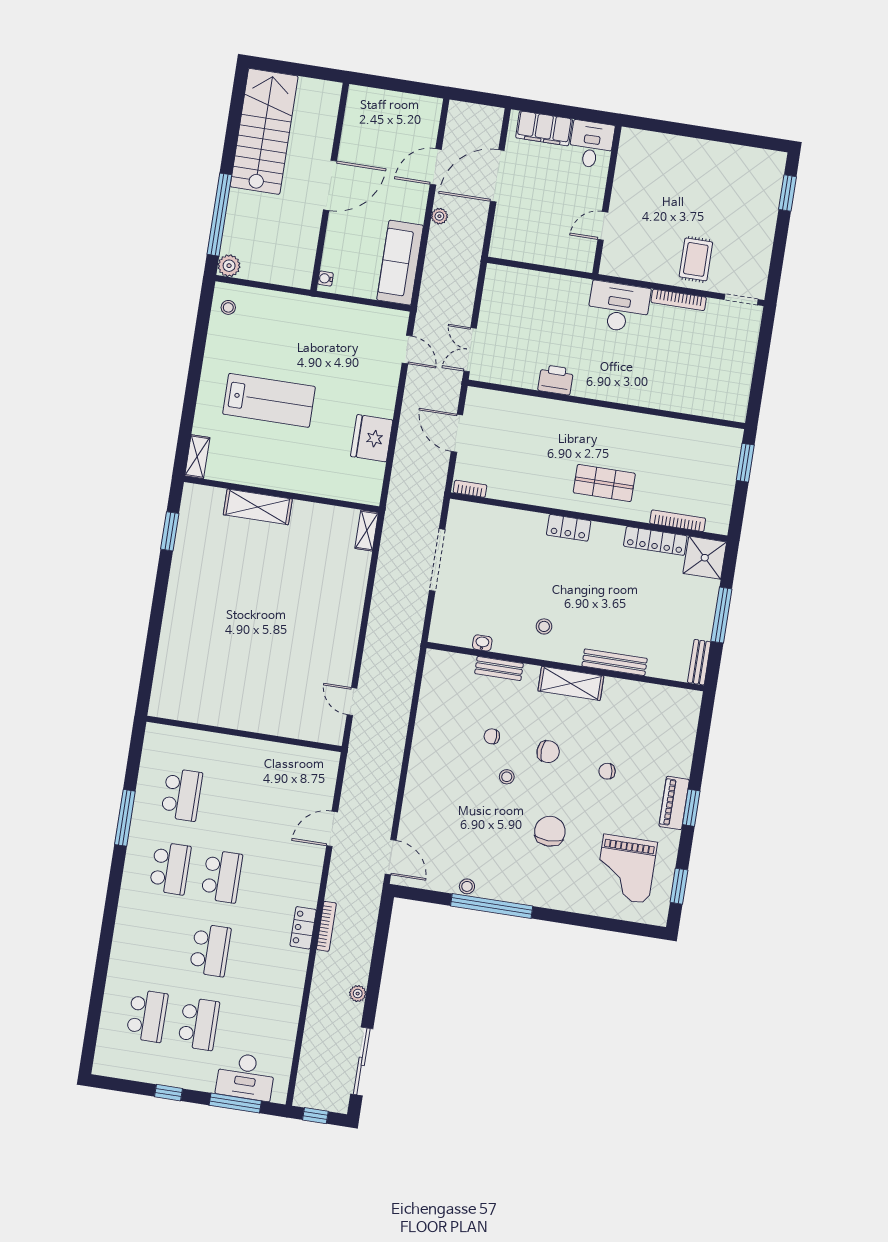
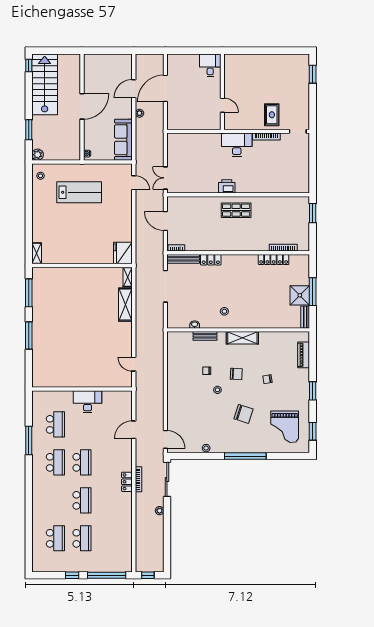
window: (239, 90) -> (29, 66), added
filing cabinet: (544, 128) -> (185, 61), removed
window: (219, 215) -> (29, 130), width x0.47
door: (603, 226) -> (222, 105), swing flipped
printer: (556, 380) -> (227, 186), moved
lab bench: (269, 400) -> (79, 192), moved
fridge: (372, 438) -> (123, 253), moved
shop shelf: (604, 483) -> (236, 210), moved
shelving: (258, 507) -> (125, 305), moved, turned 90
locker: (569, 528) -> (211, 260), moved
window: (170, 531) -> (29, 293), width x1.44
shower: (705, 558) -> (300, 295), moved
window: (157, 614) -> (29, 336), added
bench: (615, 662) -> (183, 259), moved
piano: (674, 803) -> (304, 355), moved
chair: (550, 831) -> (243, 414), turned 108
window: (492, 906) -> (245, 456), moved
sliding door: (362, 1061) -> (167, 479), moved
desk: (246, 1076) -> (87, 402), moved, turned 180
window: (235, 1103) -> (107, 575), width x1.46

